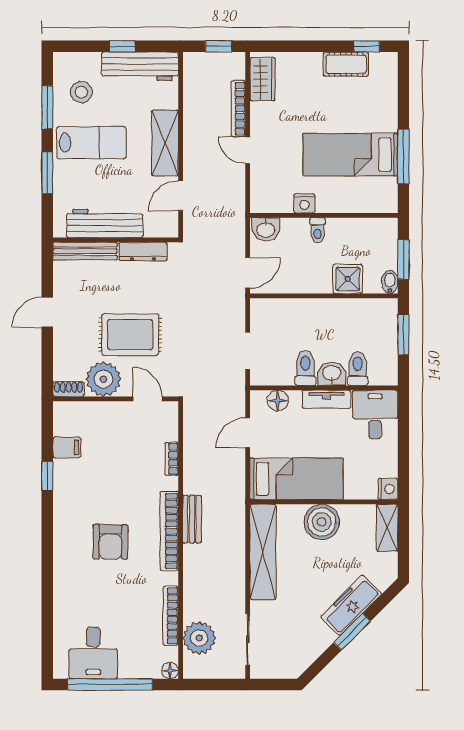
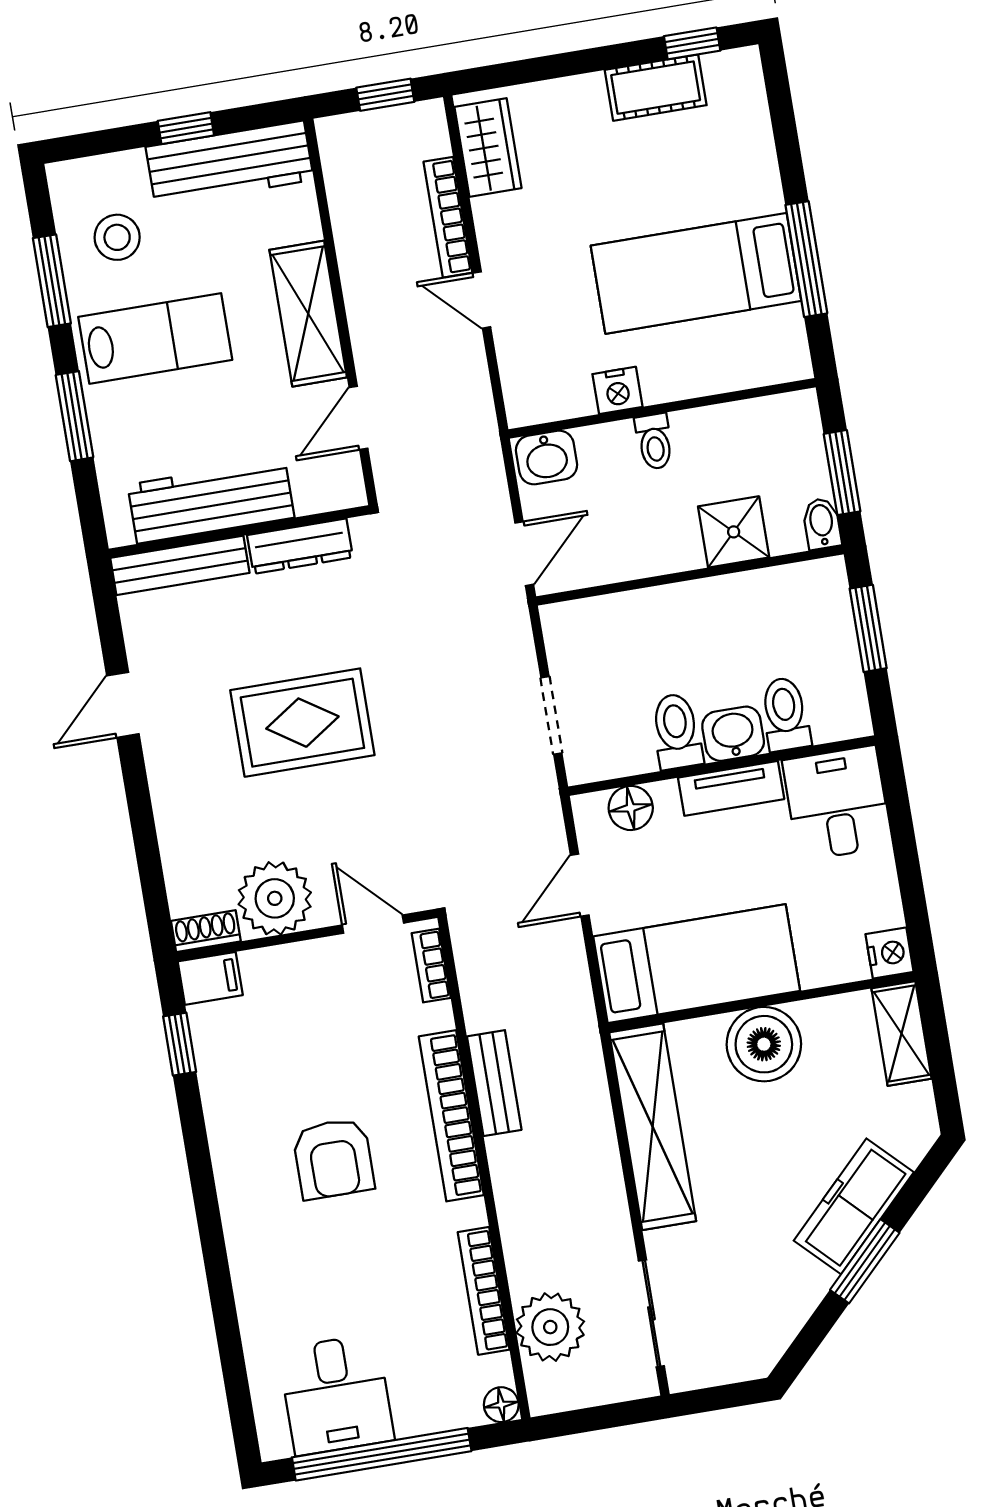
plant: (103, 379) -> (275, 898), moved
shoe rack: (68, 389) -> (206, 931), moved
wall: (116, 399) -> (307, 935), moved
door: (148, 399) -> (373, 924), moved

